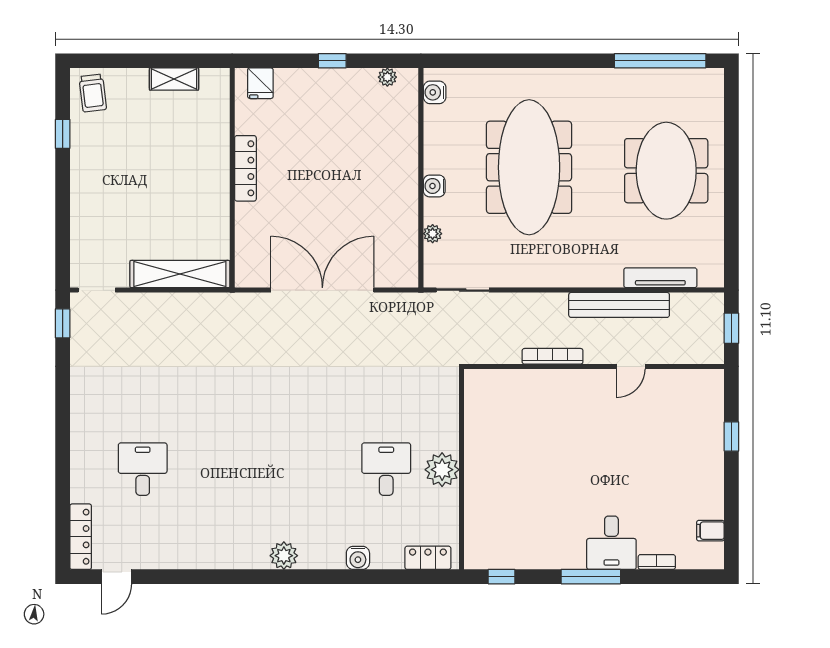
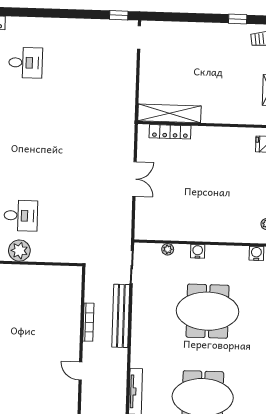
meeting table: (529, 167) -> (207, 311), width x0.73
locker: (245, 168) -> (170, 132), moved
shelving: (180, 274) -> (169, 113), moved, turned 90
double door: (322, 290) -> (134, 179), width x0.54
bench: (619, 305) -> (121, 316), moved

